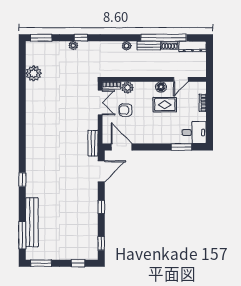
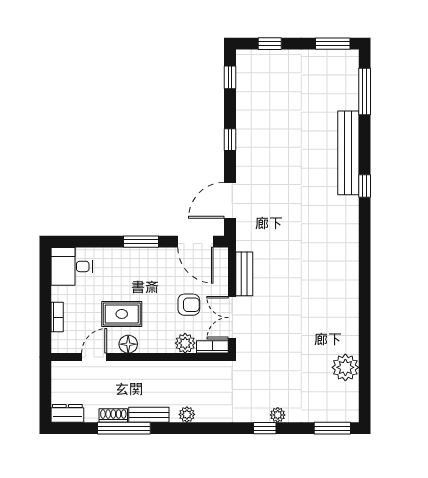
window: (164, 38) -> (124, 428), width x0.68
dresser: (192, 46) -> (67, 413), width x0.70
bench: (93, 143) -> (244, 274), moved
window: (181, 147) -> (141, 242), moved
bench: (32, 222) -> (348, 153), moved

